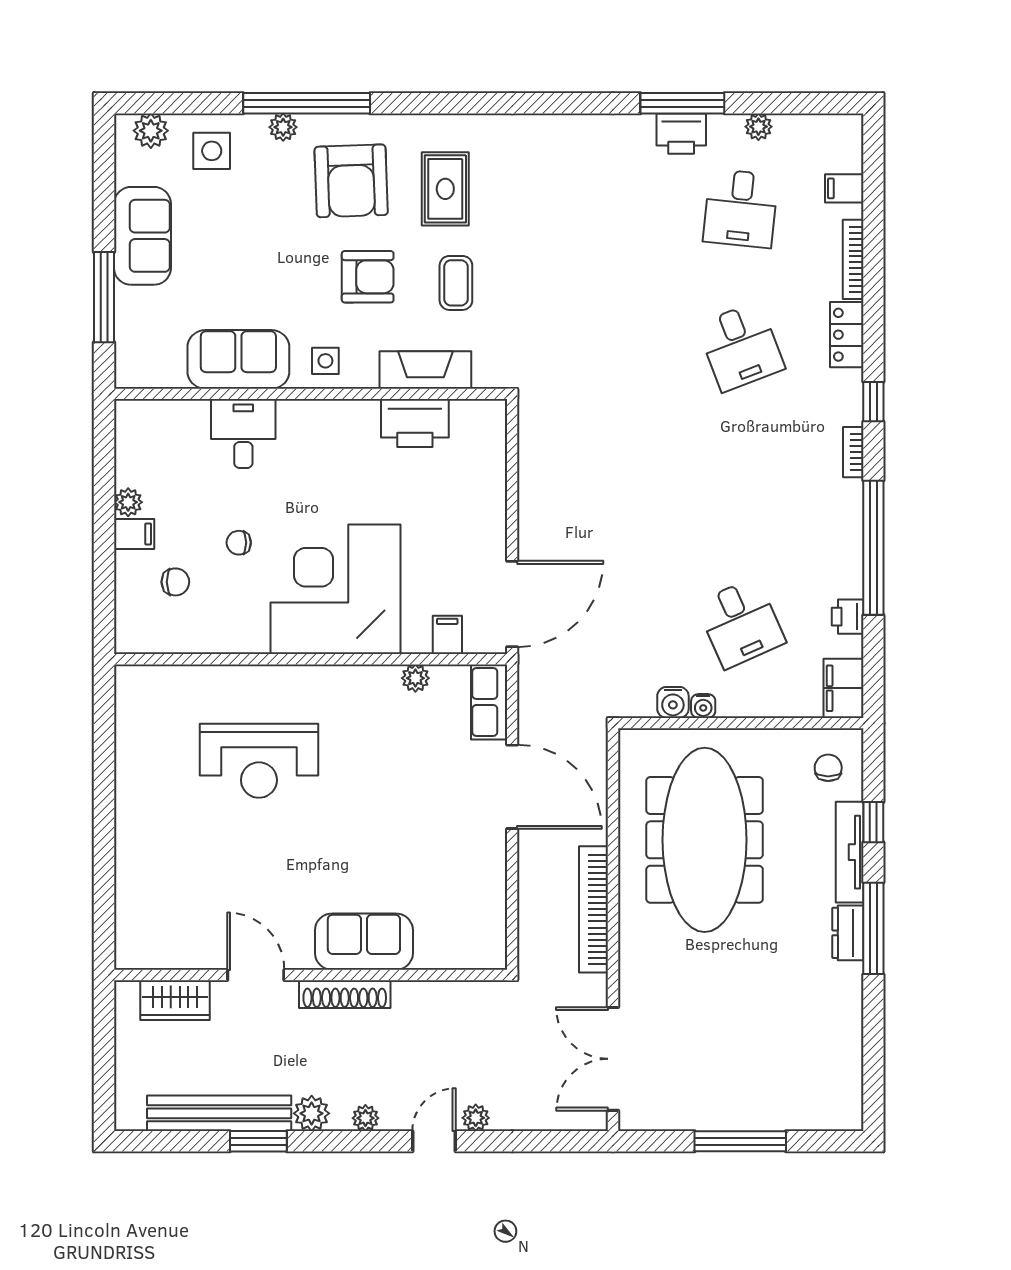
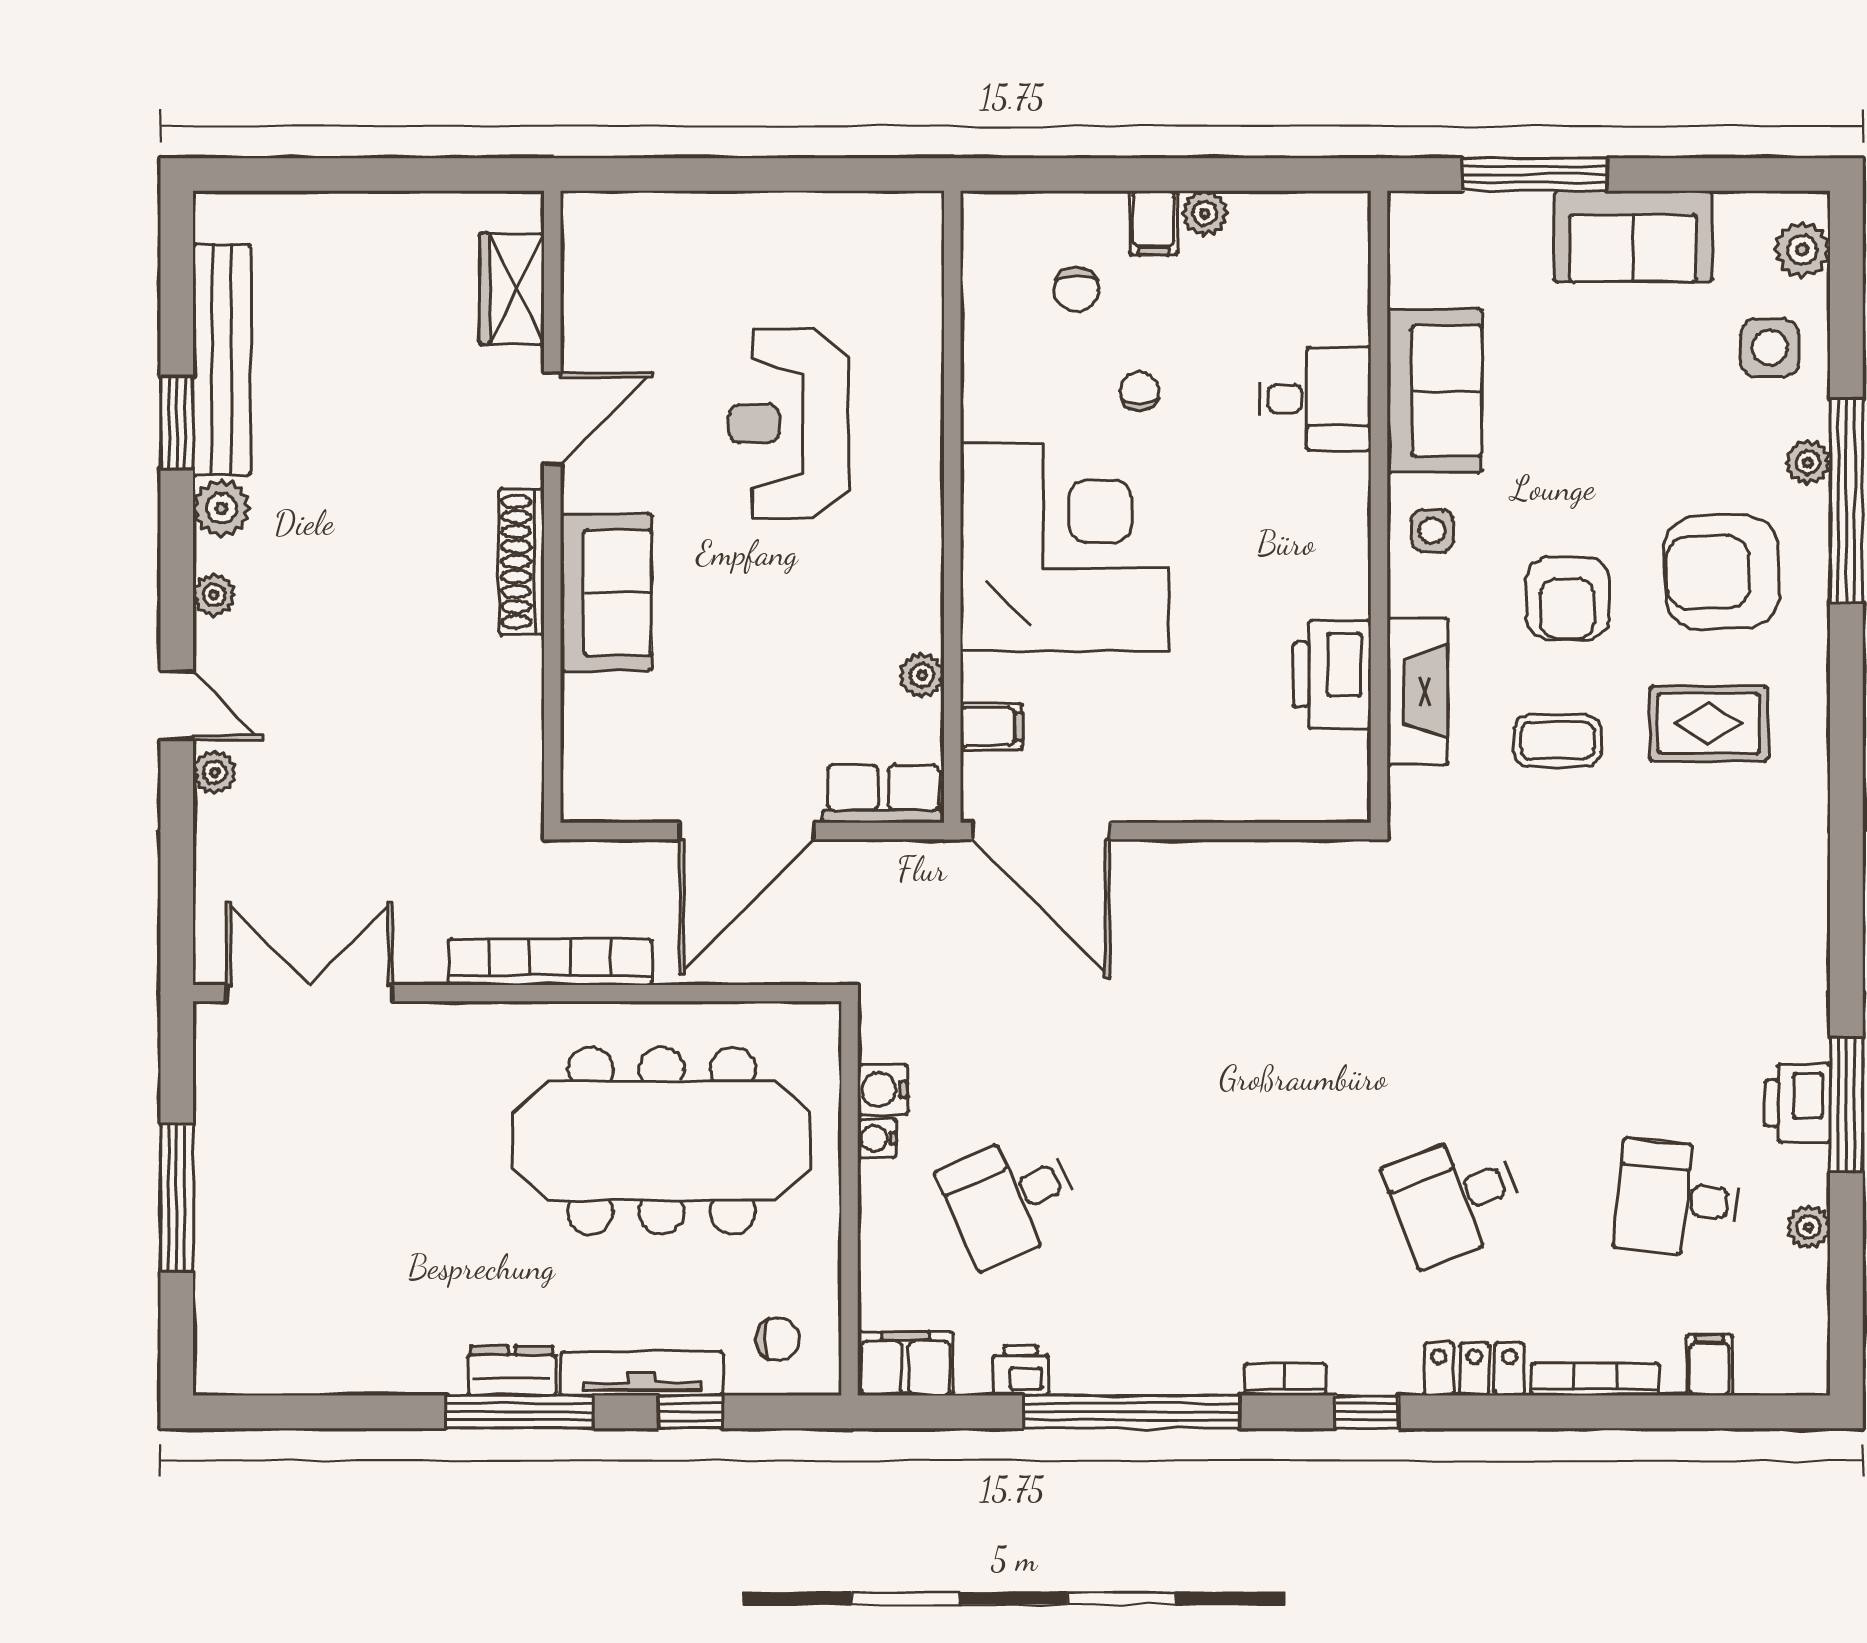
sofa: (364, 942) -> (606, 593), moved
door: (256, 975) -> (552, 419), moved
wall: (311, 975) -> (552, 507), moved
shoe rack: (345, 994) -> (522, 562), moved
wardrobe: (175, 1000) -> (512, 289), moved

